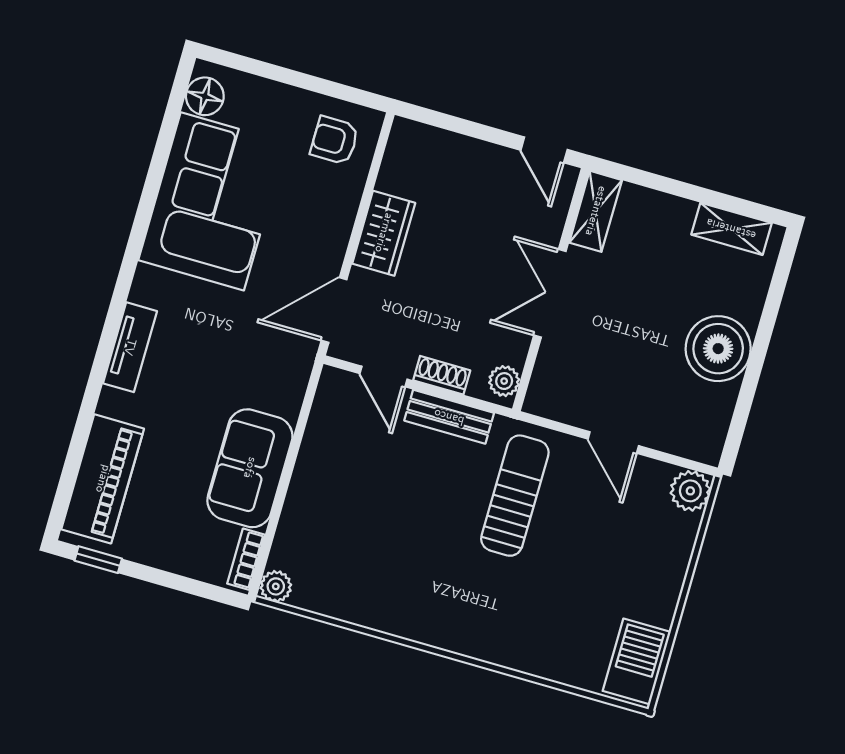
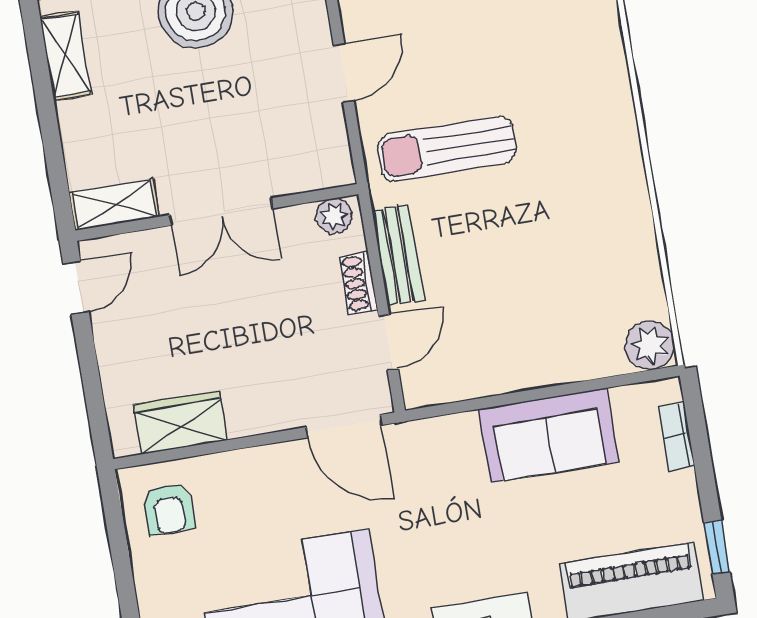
wardrobe: (384, 233) -> (180, 422), moved
bookcase: (246, 559) -> (677, 437), moved, turned 90
plant: (276, 586) -> (650, 345), width x1.38, depth x1.38

